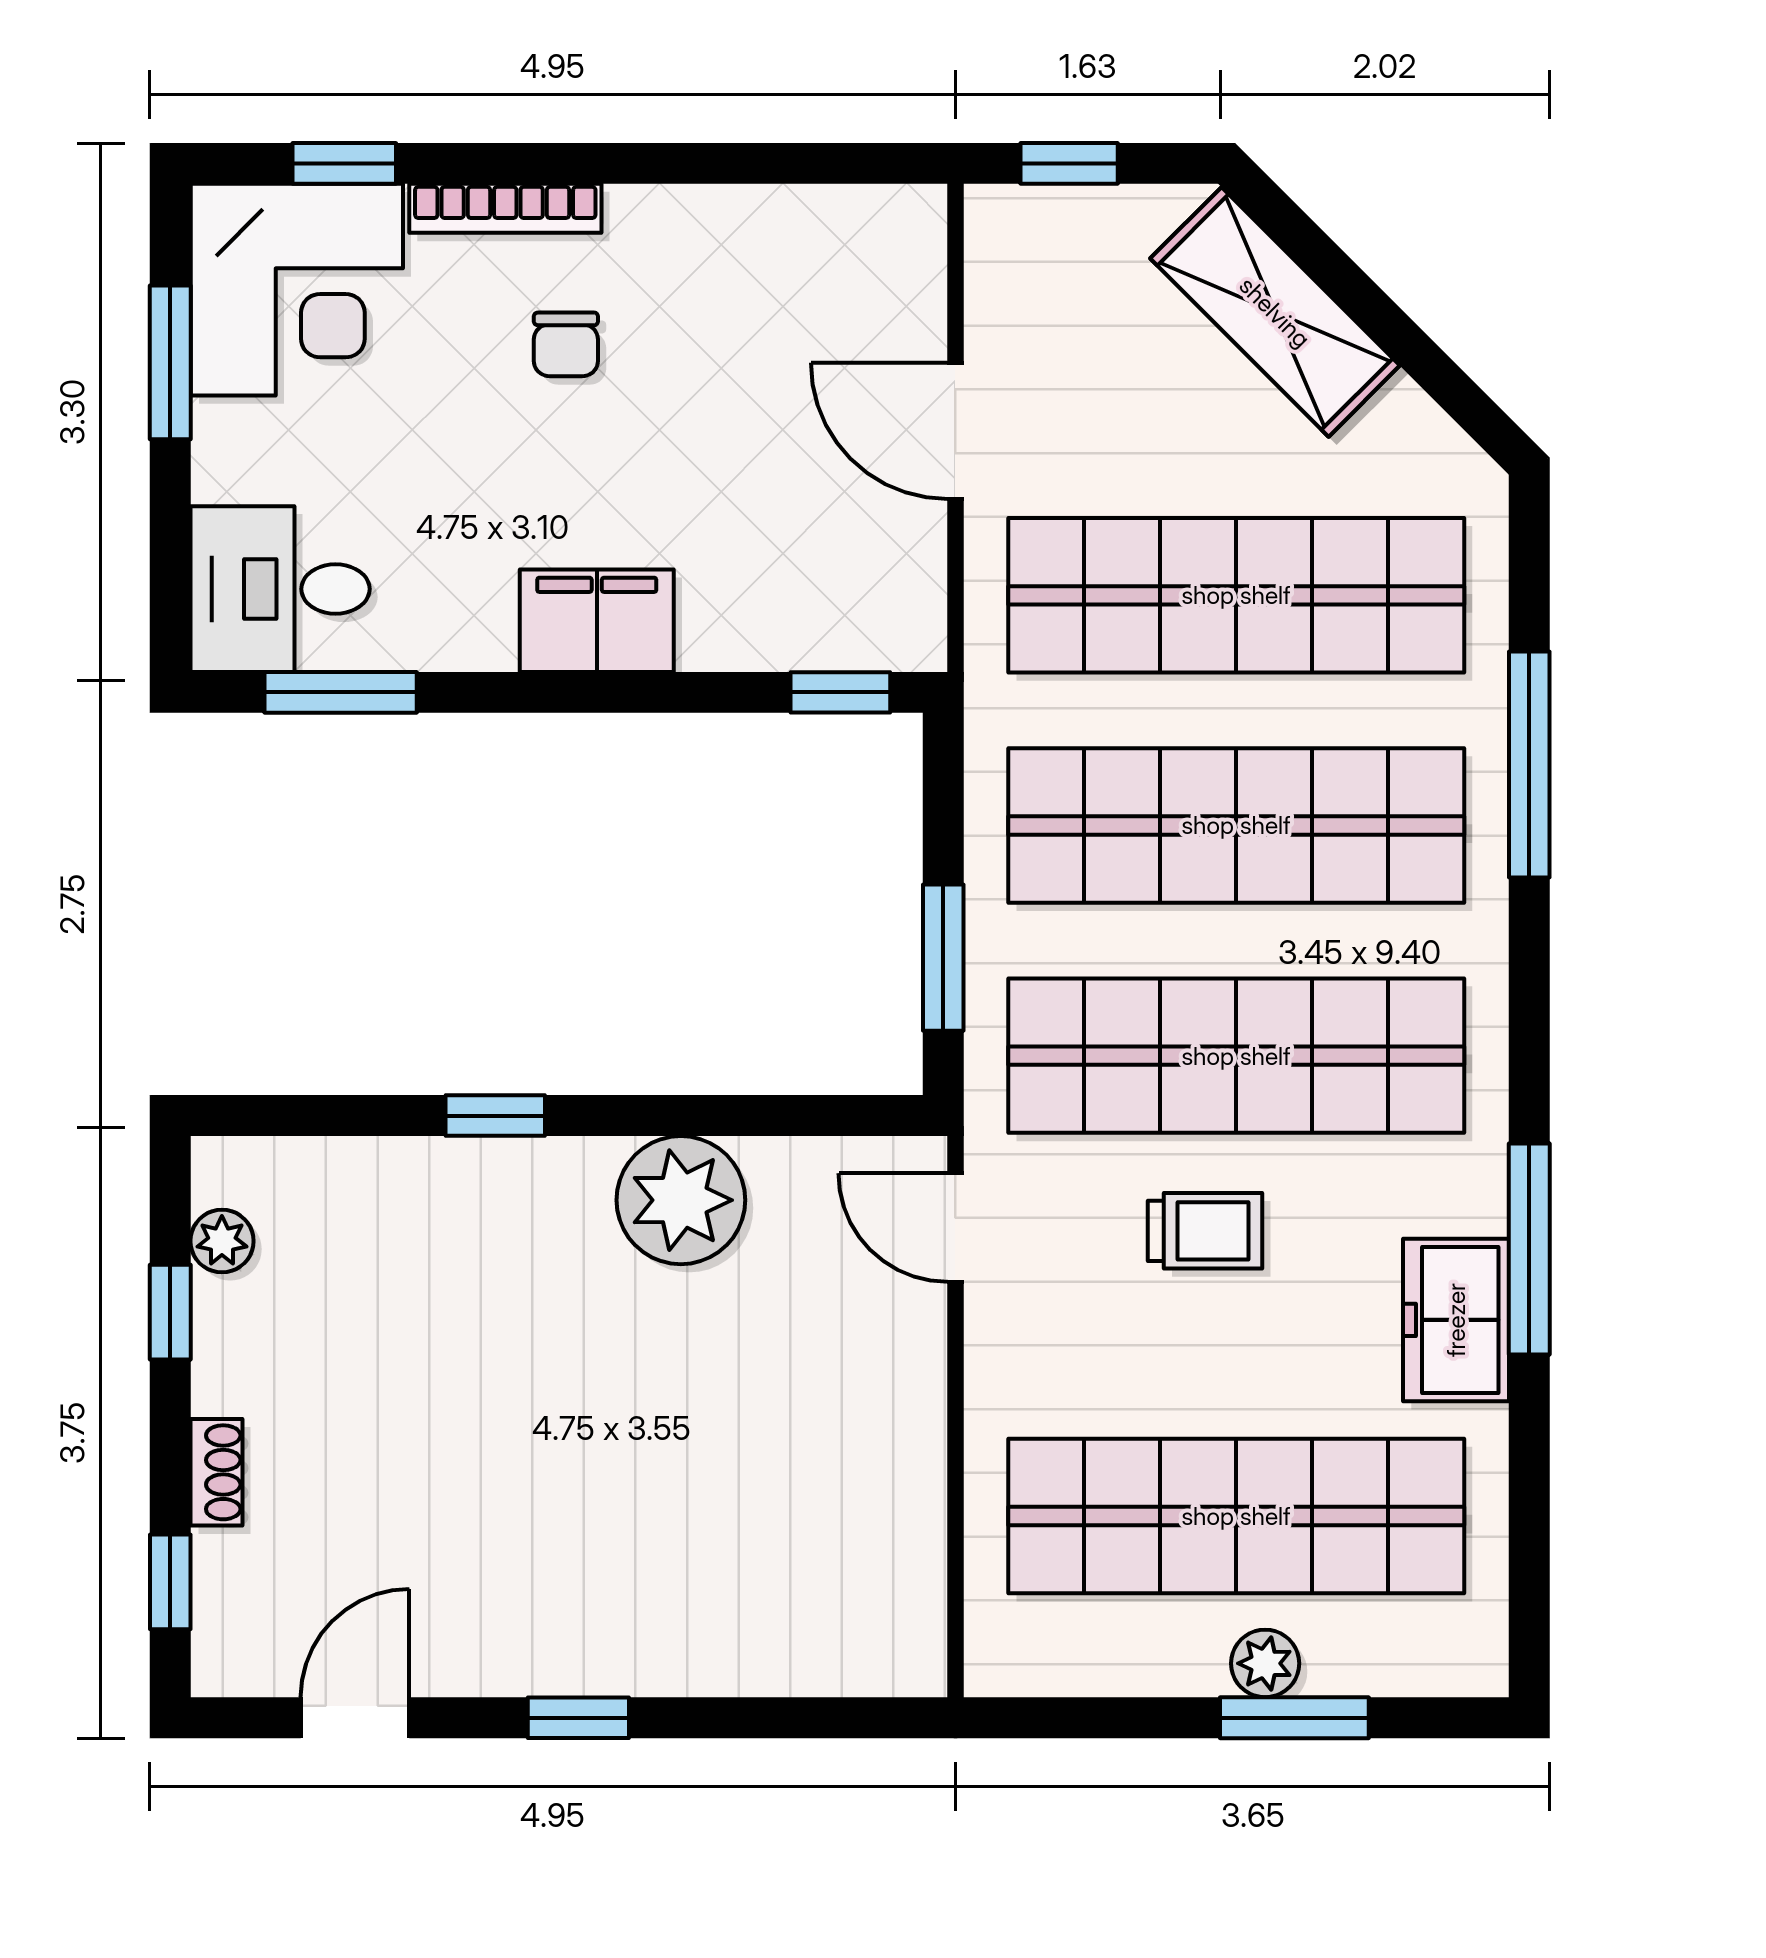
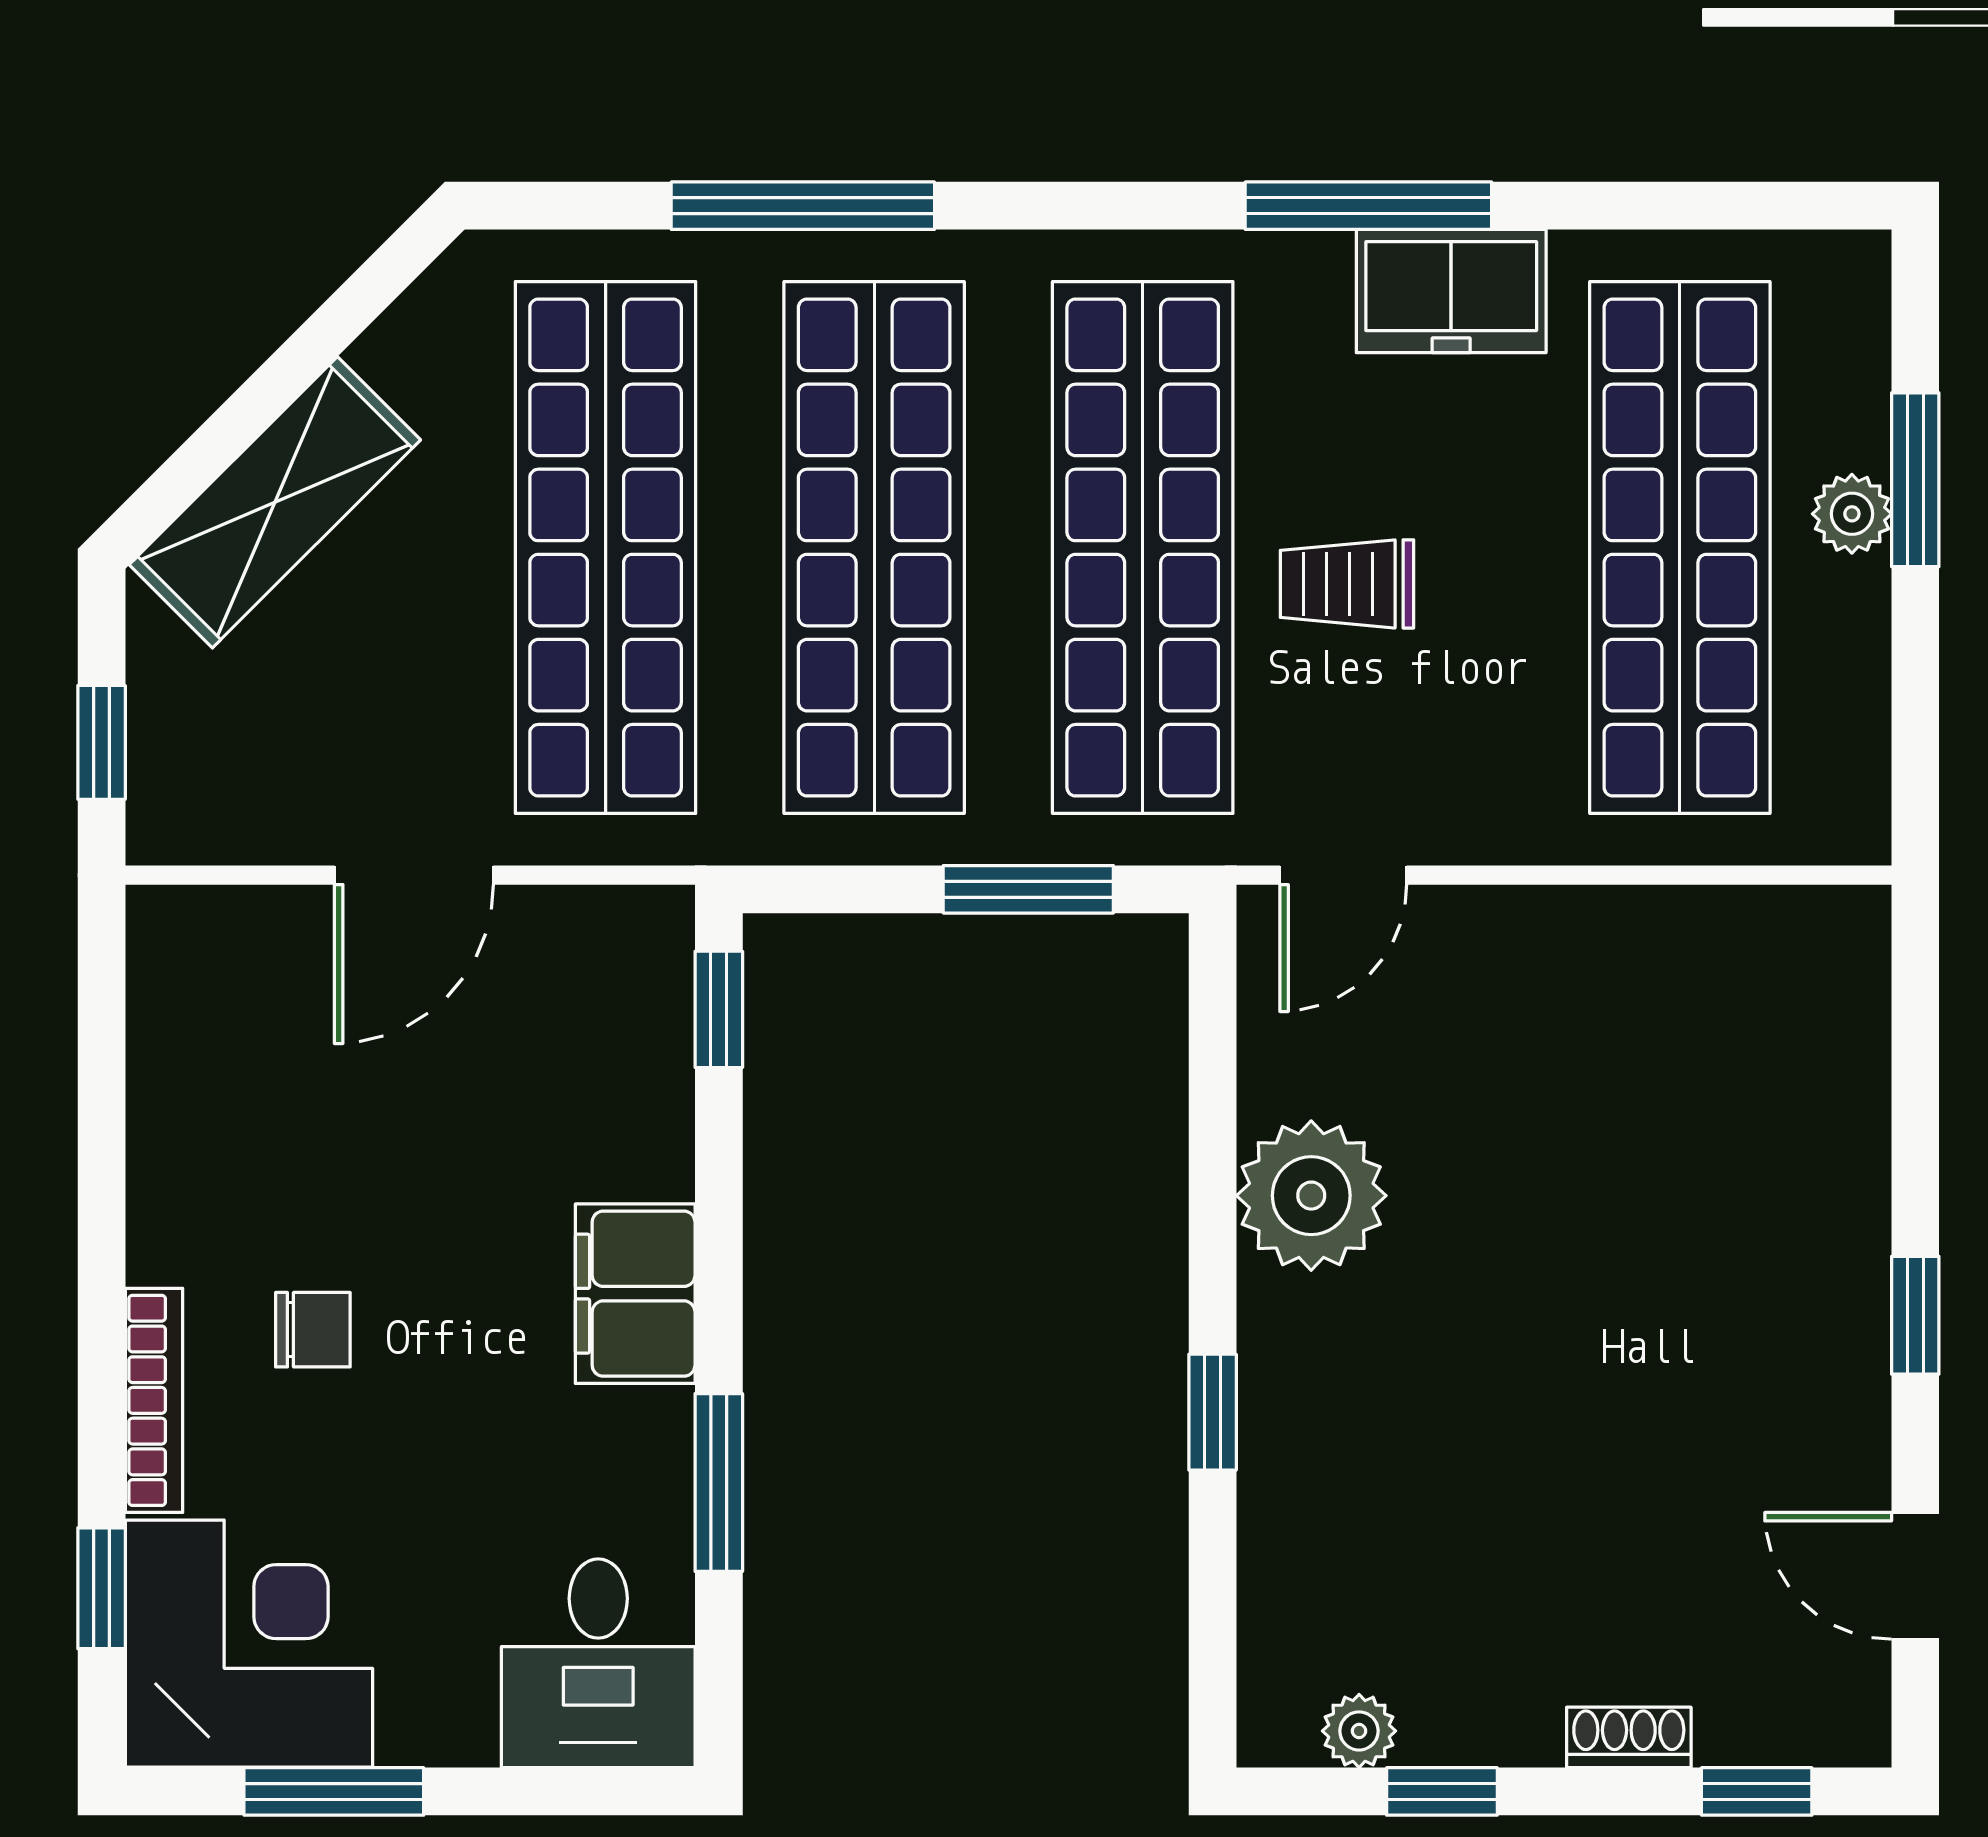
window: (341, 692) -> (719, 1483), moved
trolley: (1205, 1231) -> (1347, 584), turned -90

